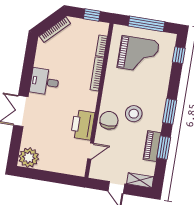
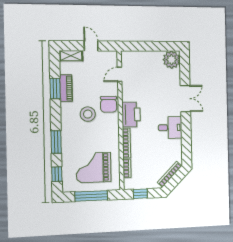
window: (170, 111) -> (56, 142), moved
printer: (83, 125) -> (131, 114), moved

